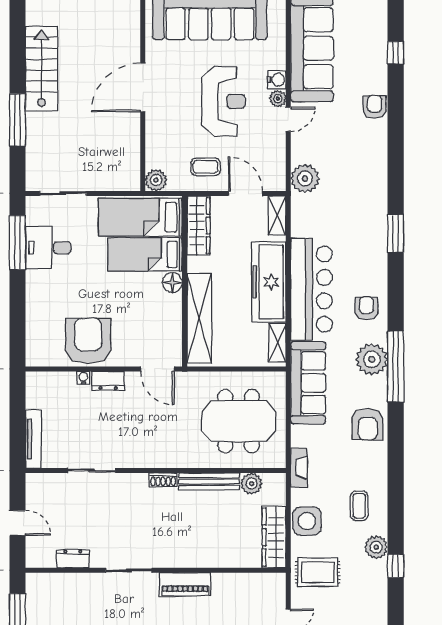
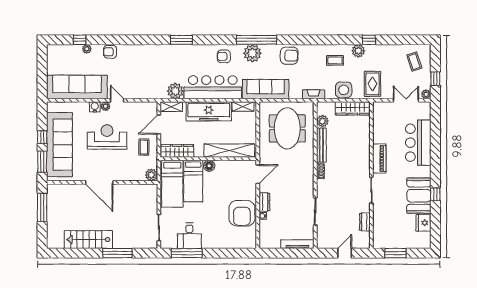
plant: (380, 66) -> (87, 49), added
plant: (305, 178) -> (175, 91), moved
armchair: (88, 341) -> (242, 213), turned -90

